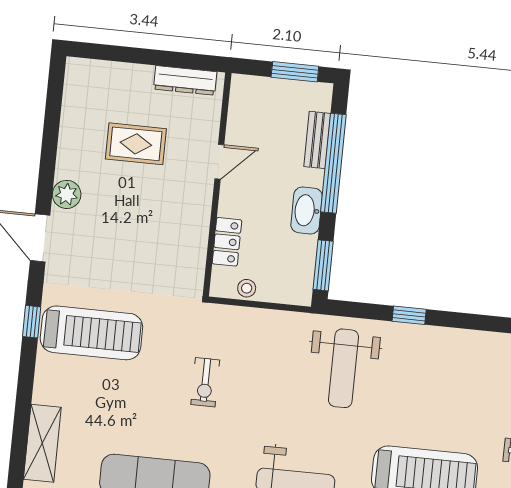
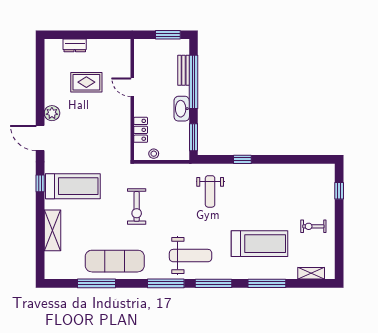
dresser: (185, 80) -> (75, 45), moved, width x0.70
door: (219, 162) -> (132, 87), swing flipped
weight bench: (343, 368) -> (210, 191), width x0.73, depth x0.75
exercise bike: (205, 382) -> (137, 206), width x1.38, depth x1.39
shelving: (42, 443) -> (52, 230), moved

